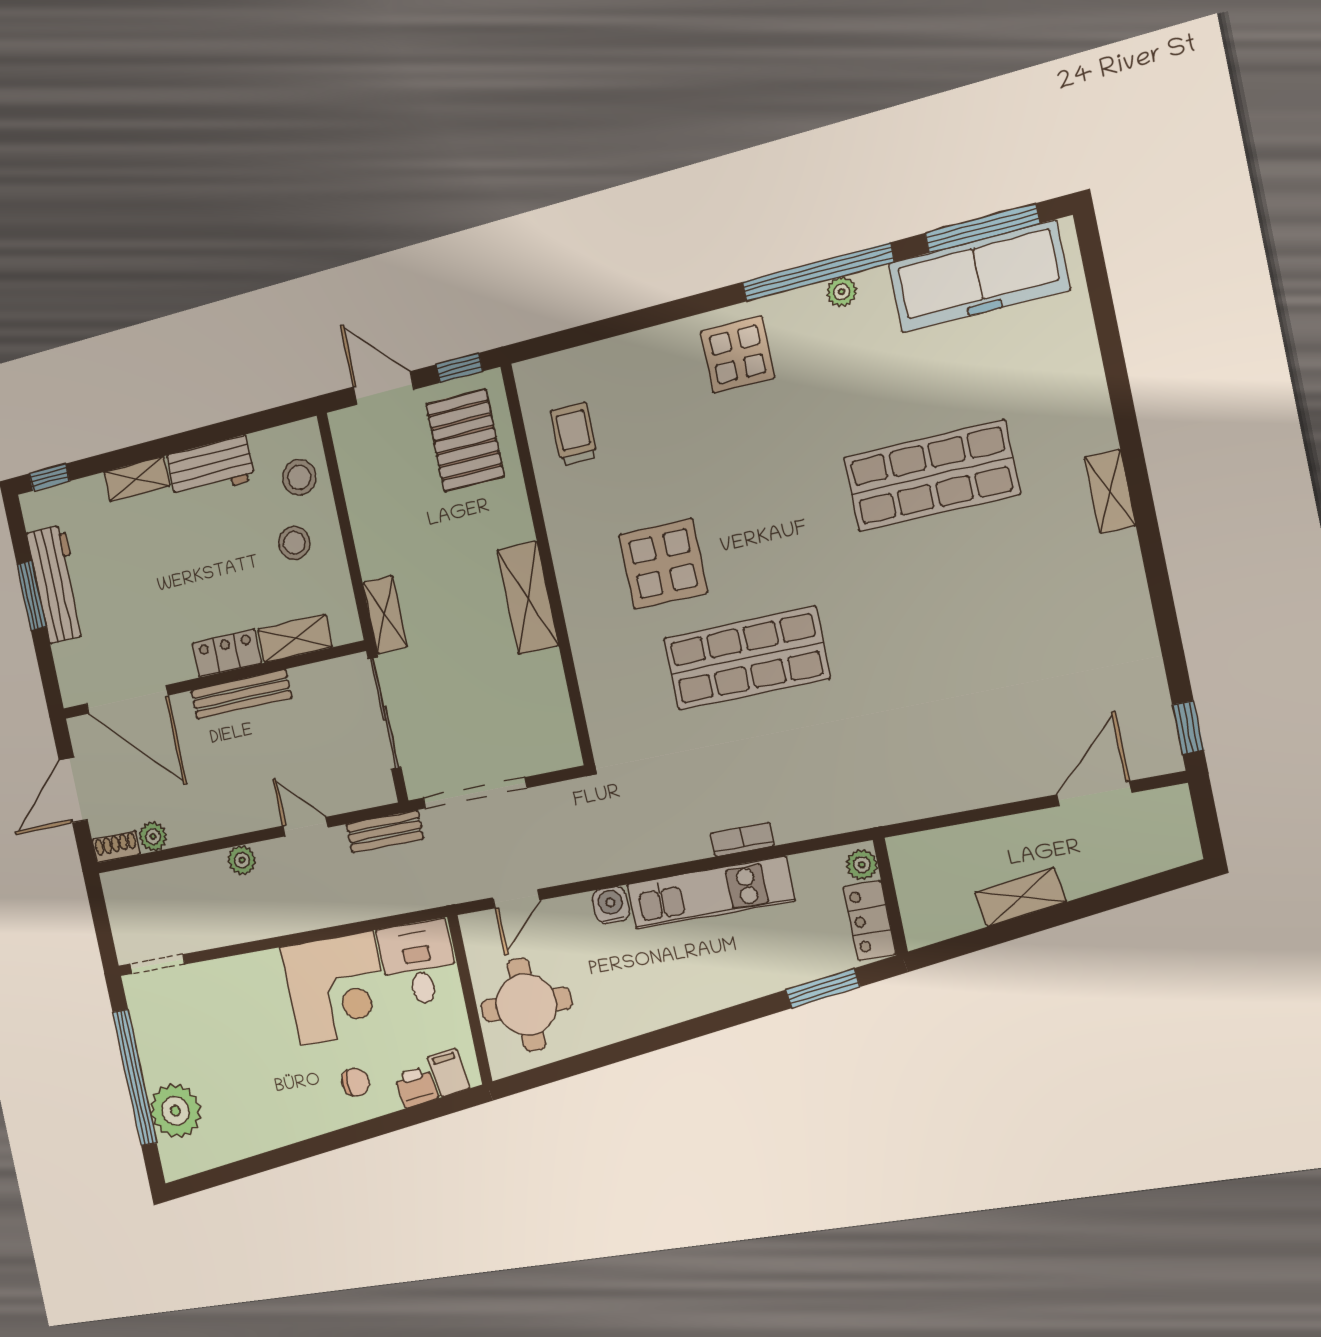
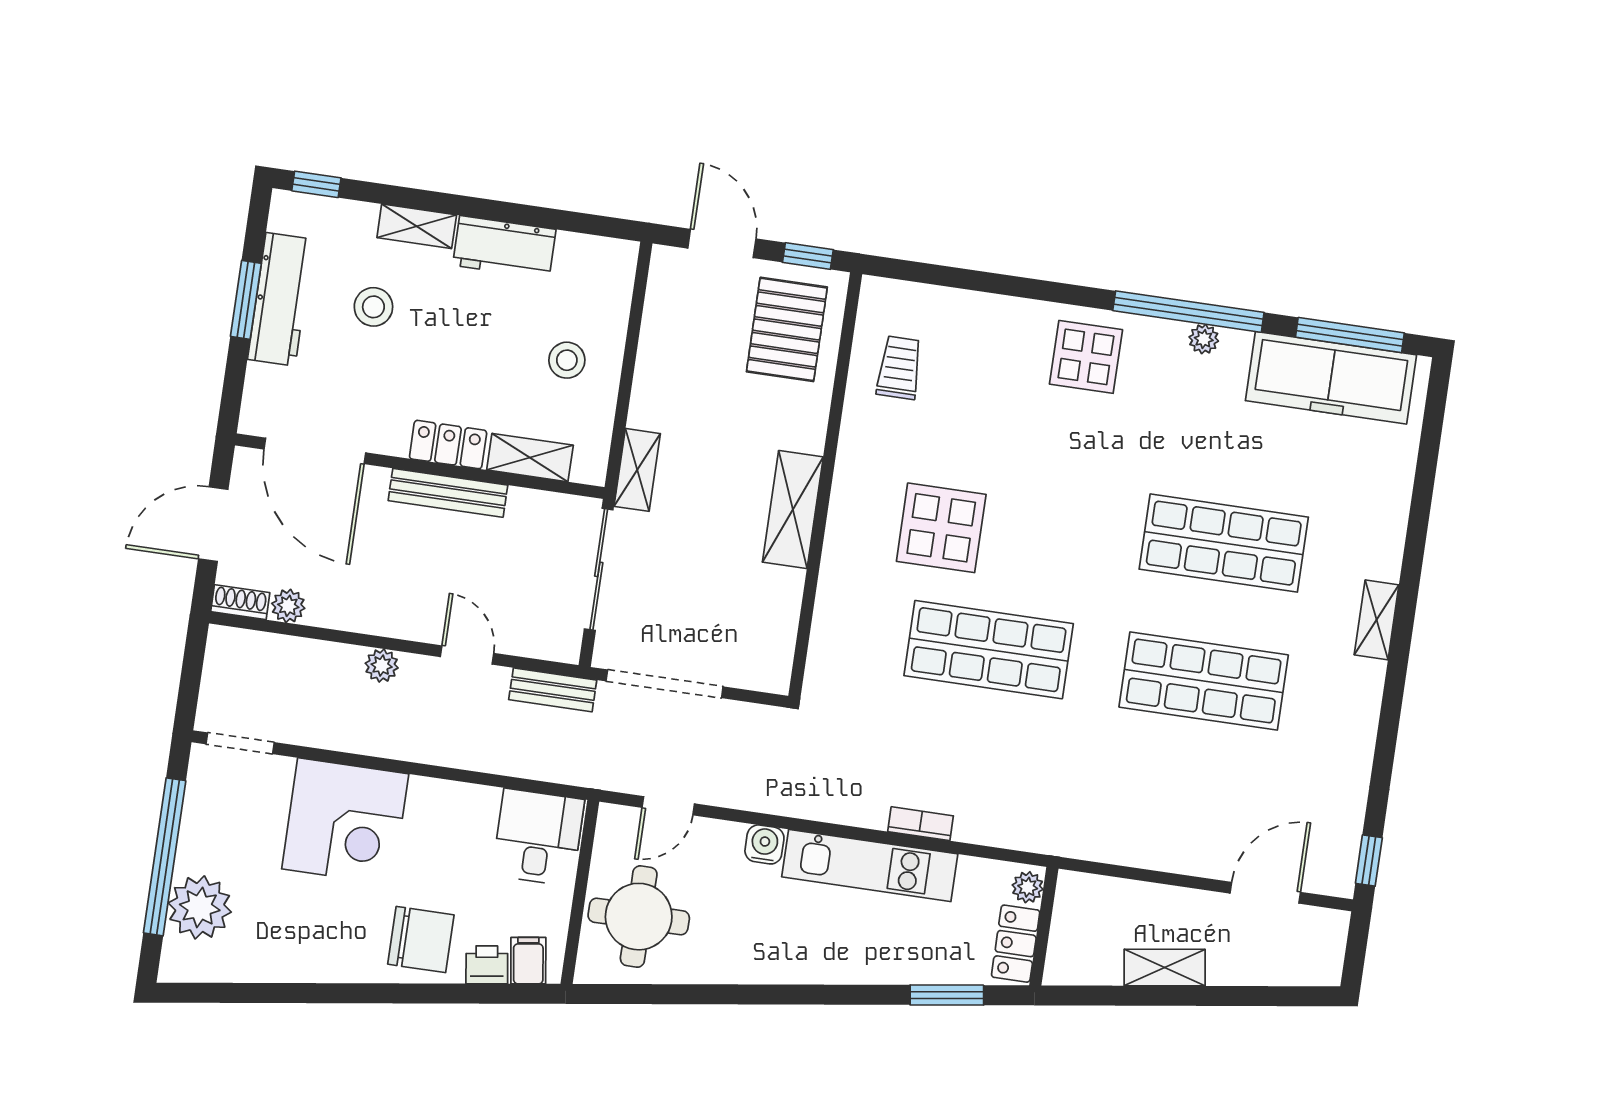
stool: (299, 477) -> (373, 307), moved
shop shelf: (959, 613) -> (1204, 681), added
corner desk: (336, 989) -> (345, 821), moved
chair: (356, 1082) -> (421, 940), width x1.87, depth x1.87

